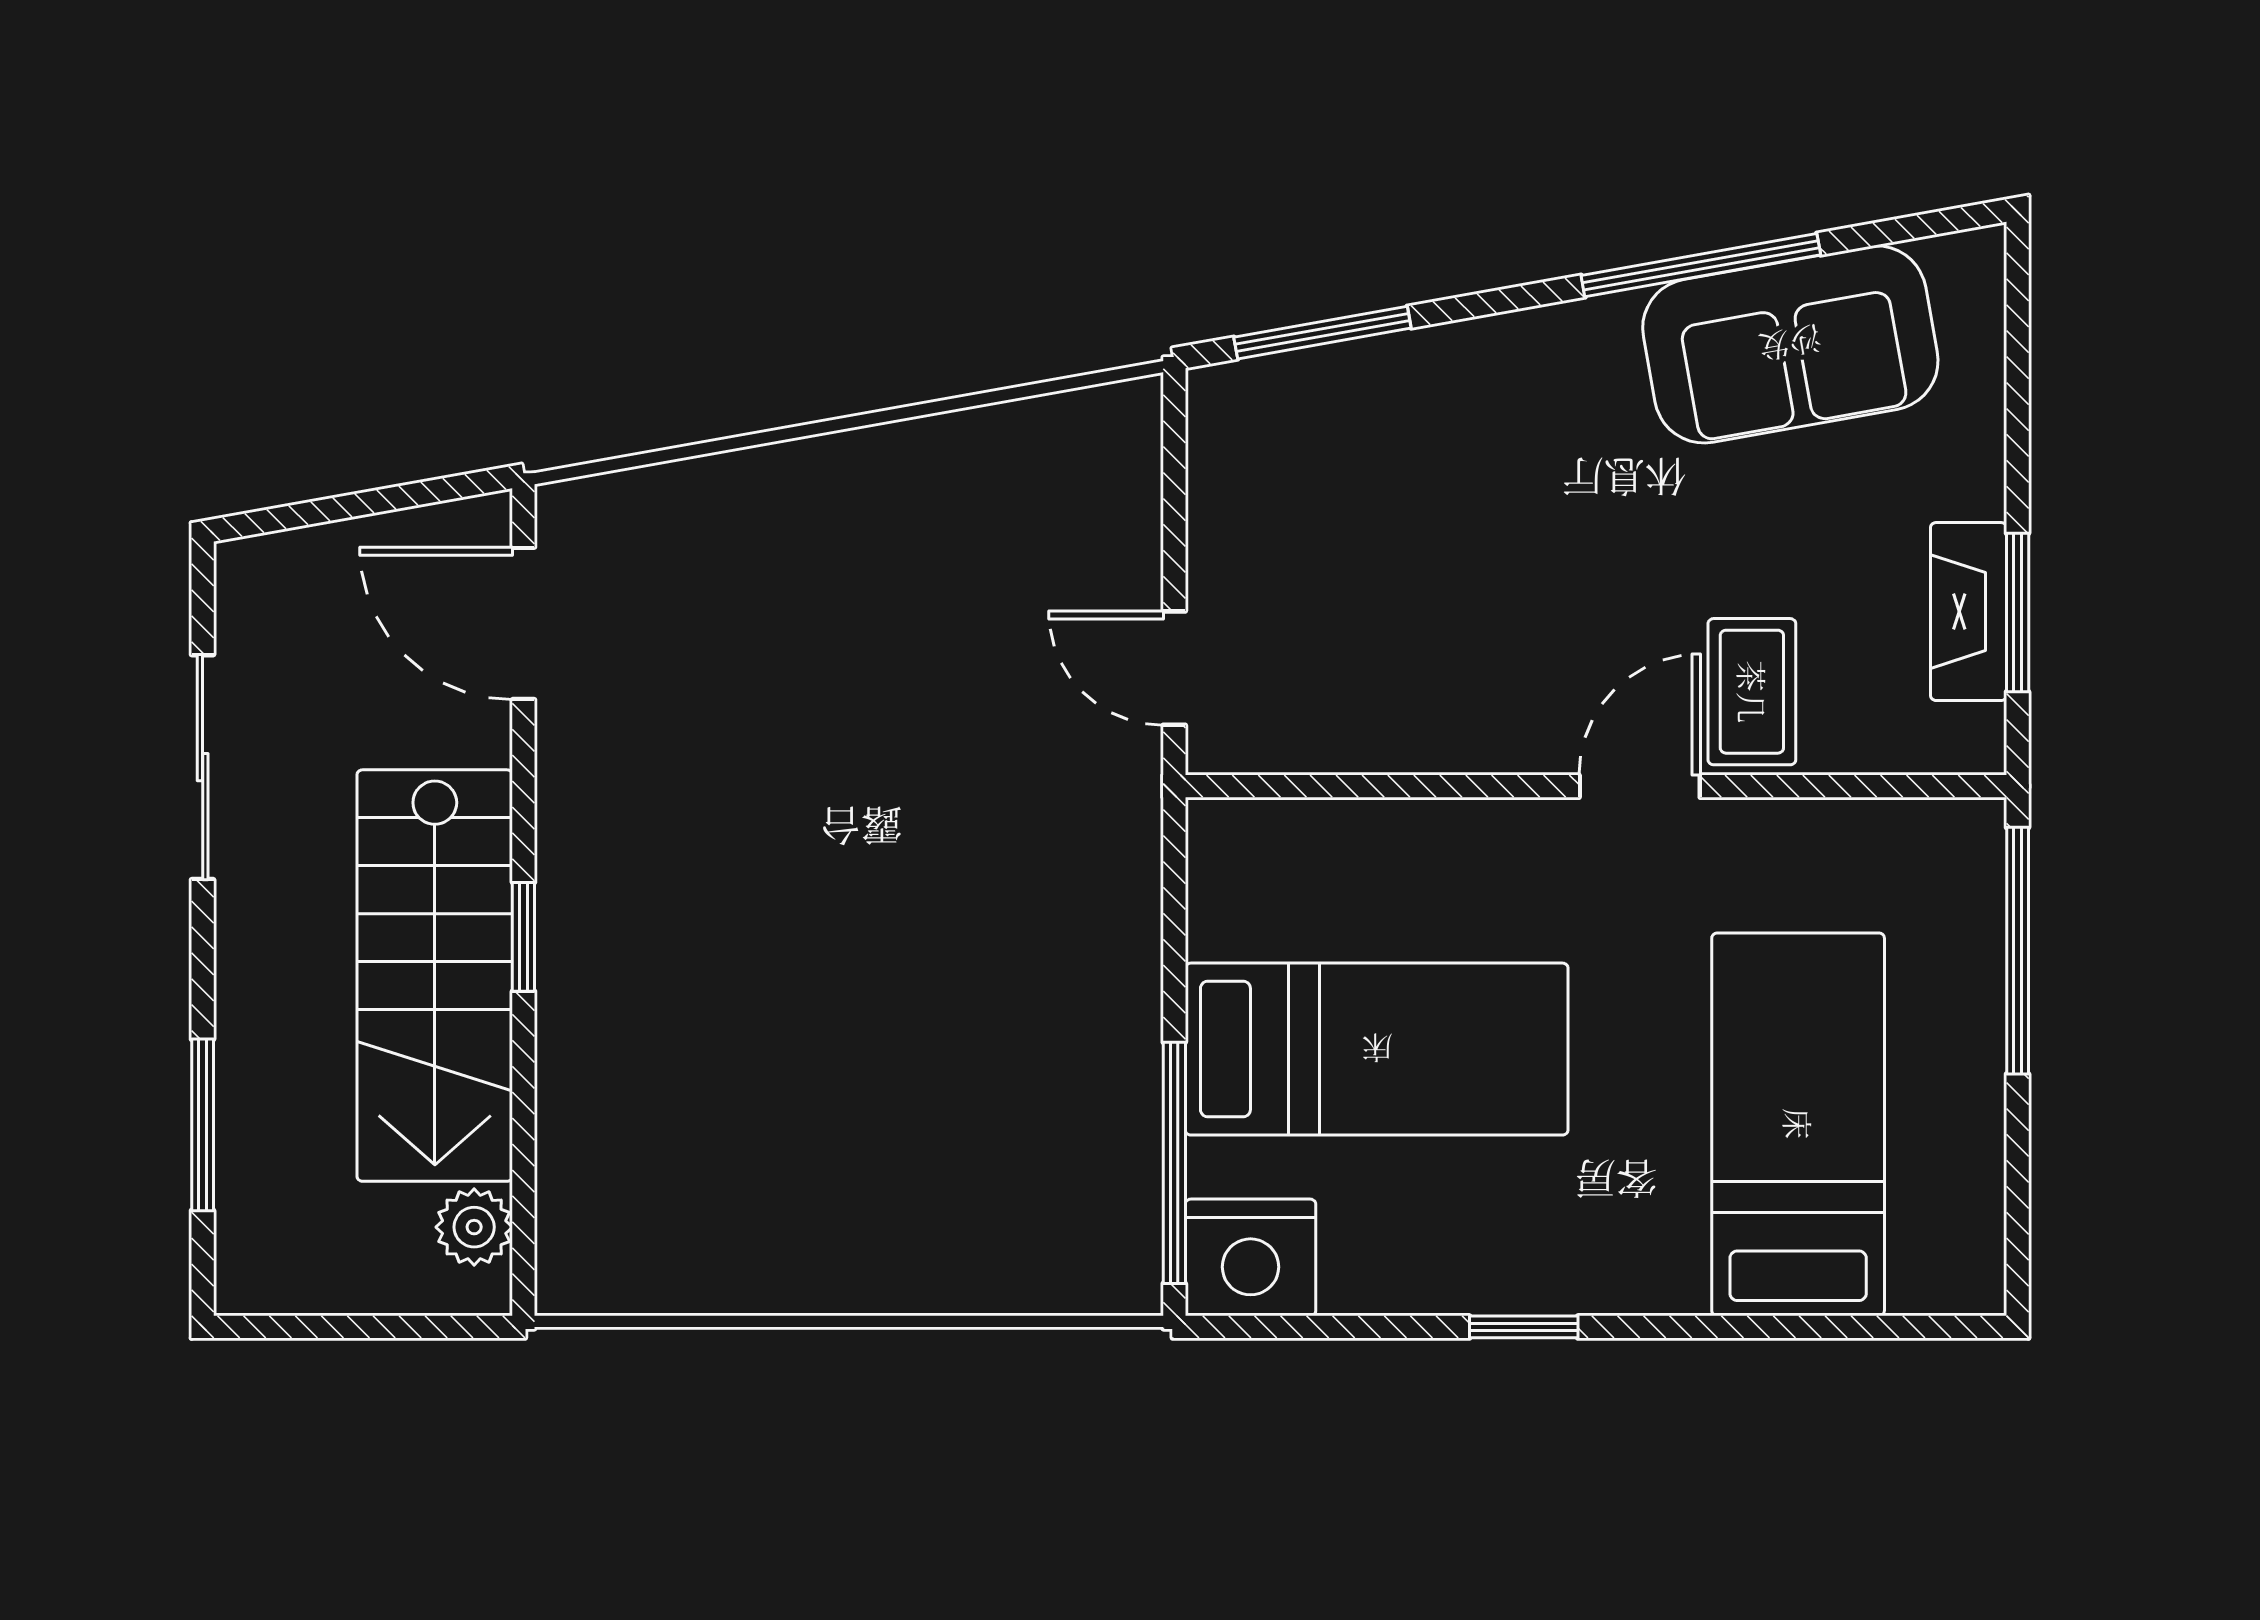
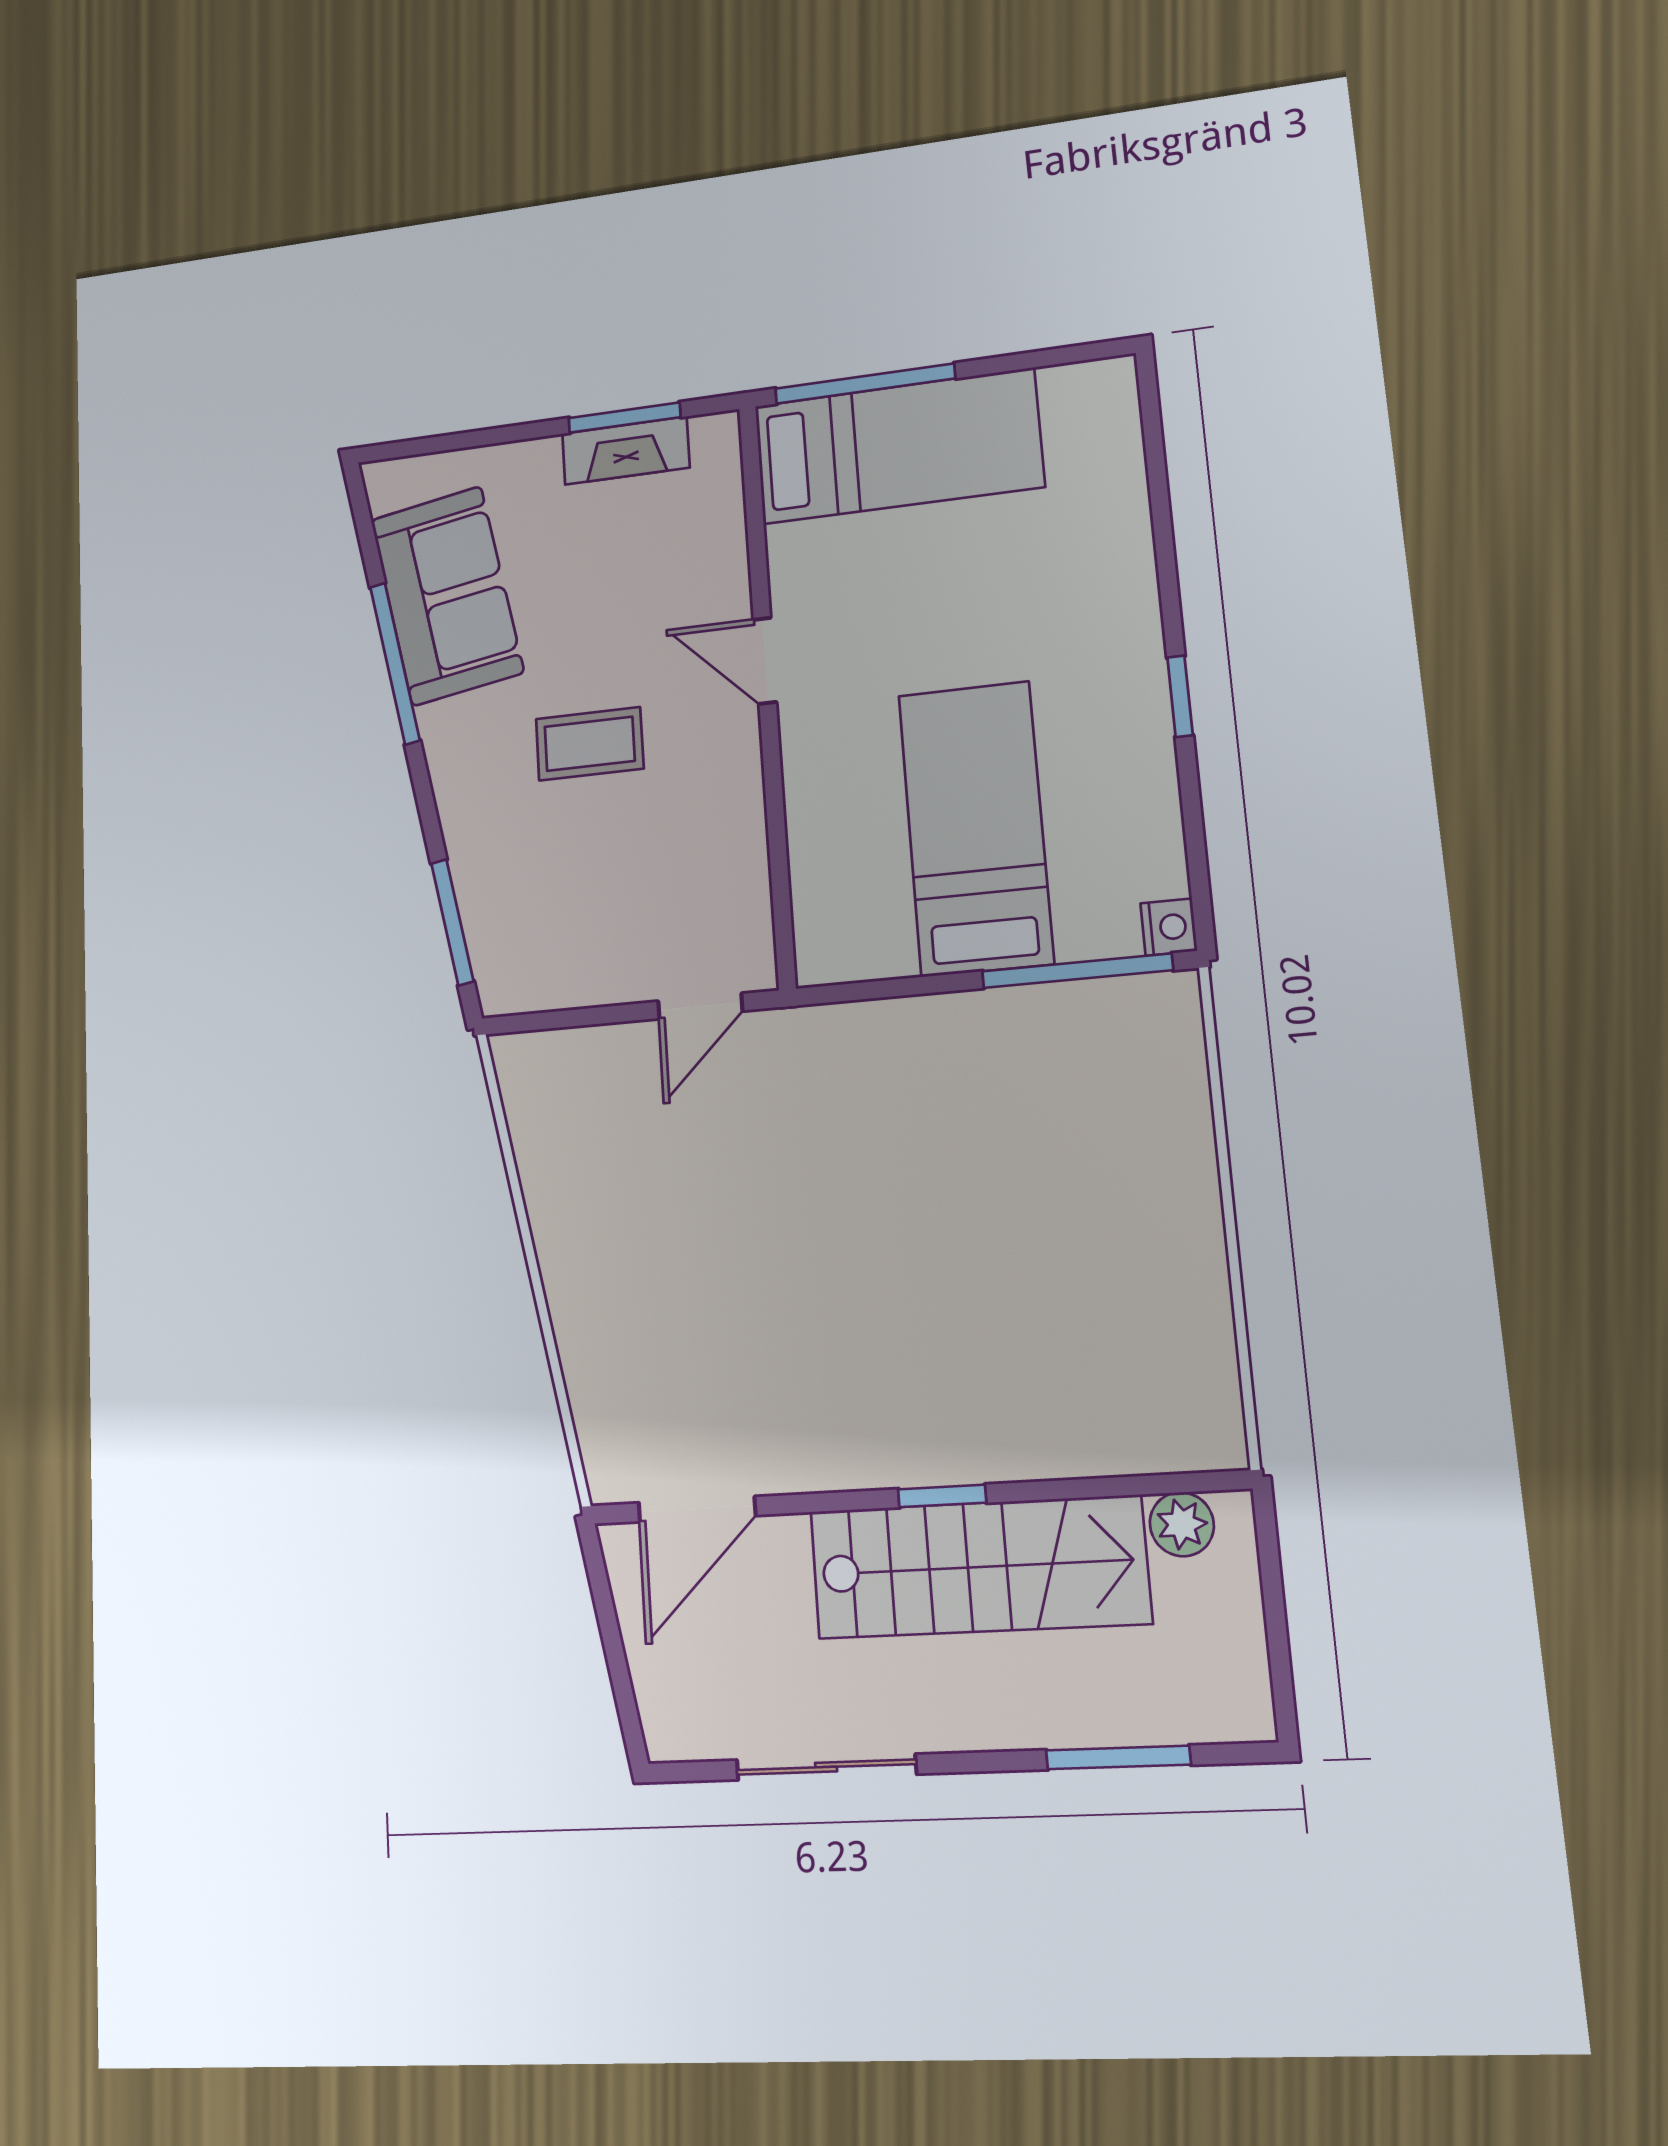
coffee table: (1752, 692) -> (590, 744), moved
bed: (1798, 1124) -> (898, 446), moved, turned 180
nightstand: (1250, 1257) -> (1169, 927), width x0.53, depth x0.56

